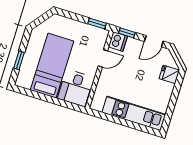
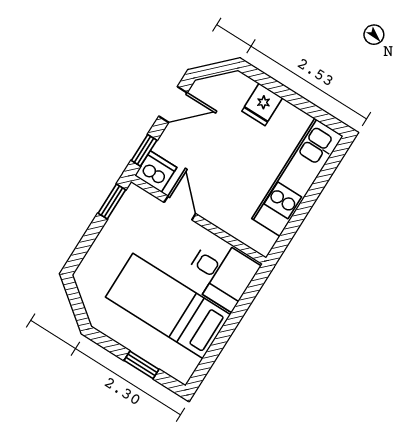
door: (154, 41) -> (173, 104), hinge flipped
fridge: (169, 74) -> (262, 105), moved

